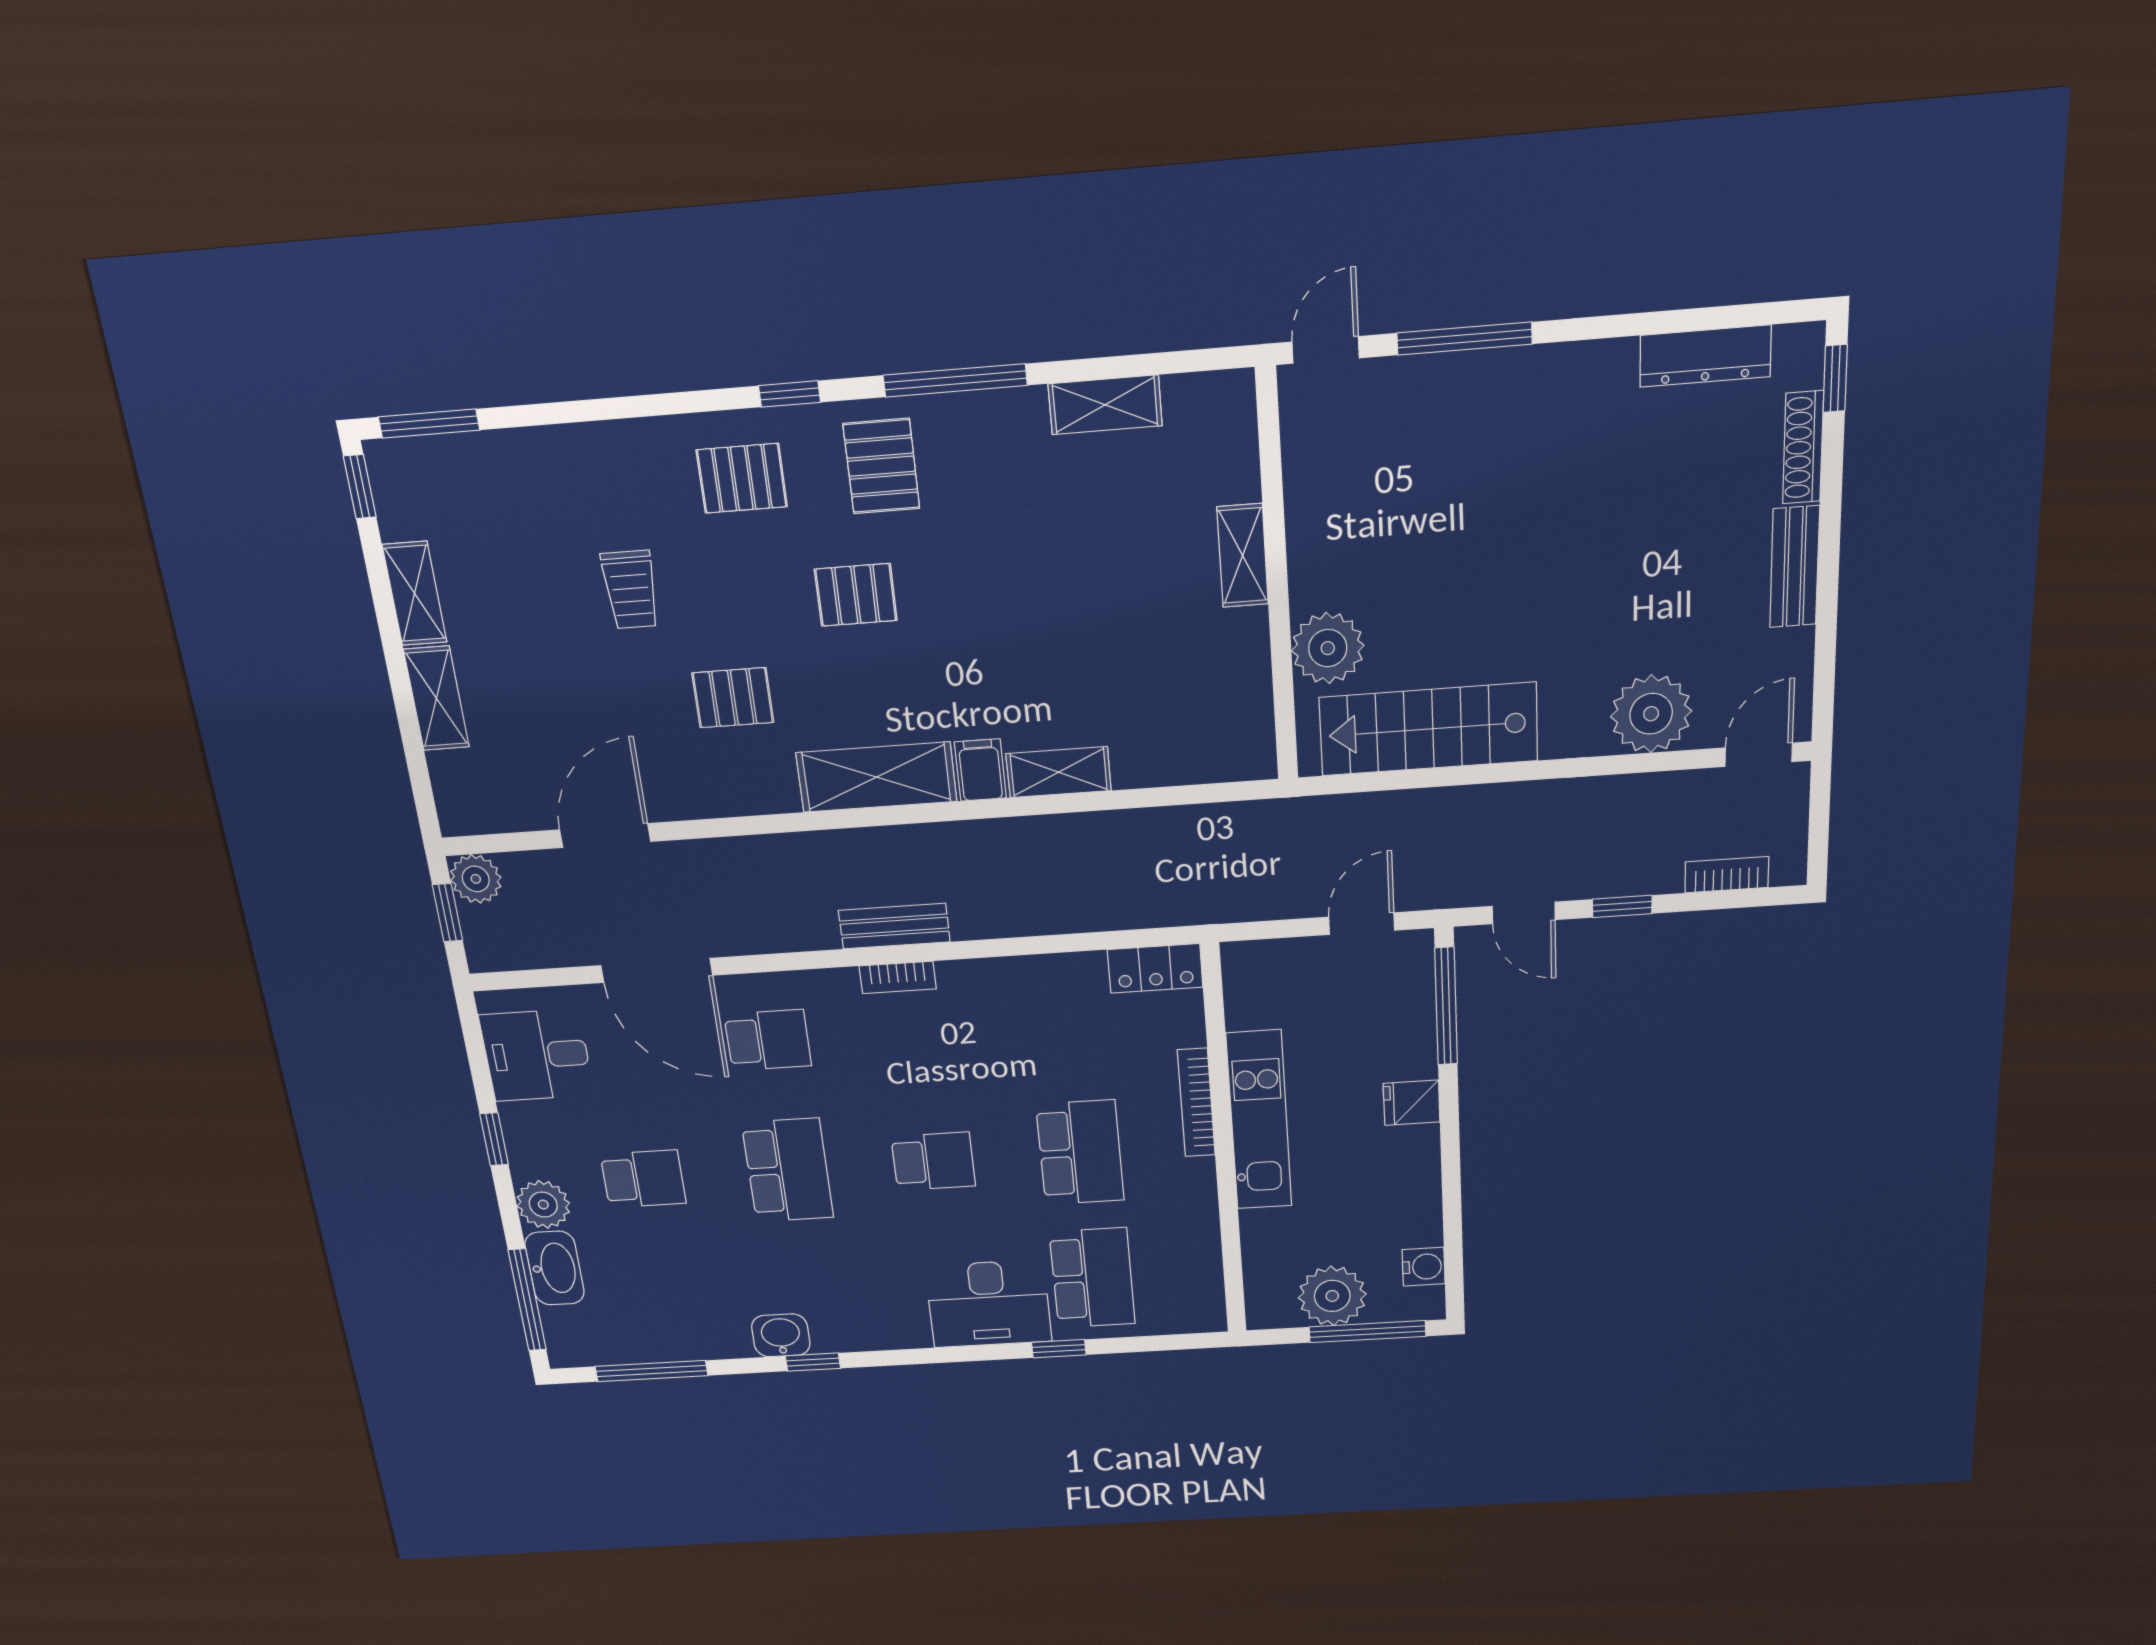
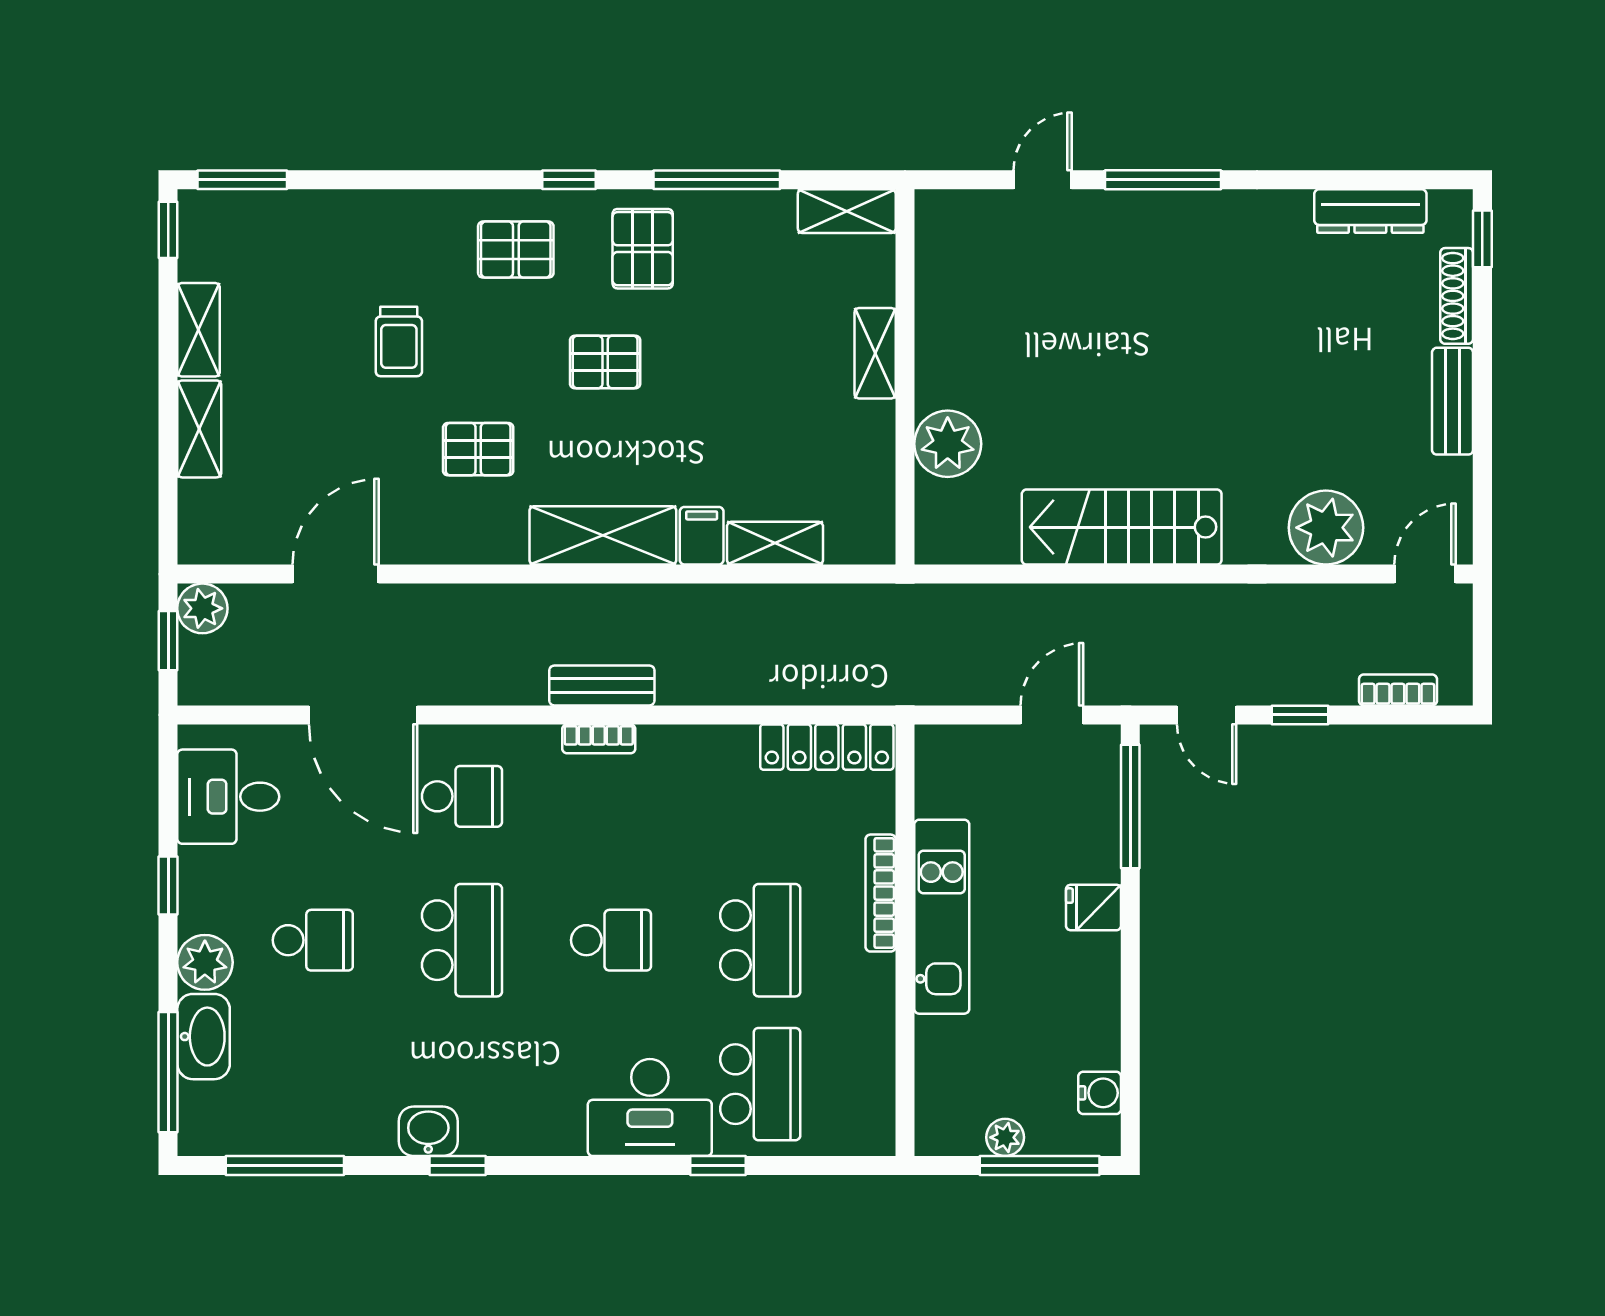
shelving: (1243, 556) -> (875, 353), moved
wall: (1277, 579) -> (905, 377), moved
plant: (1328, 648) -> (948, 444), moved
locker: (1155, 968) -> (827, 747), width x1.53
plant: (1332, 1296) -> (1005, 1137), width x0.53, depth x0.53

